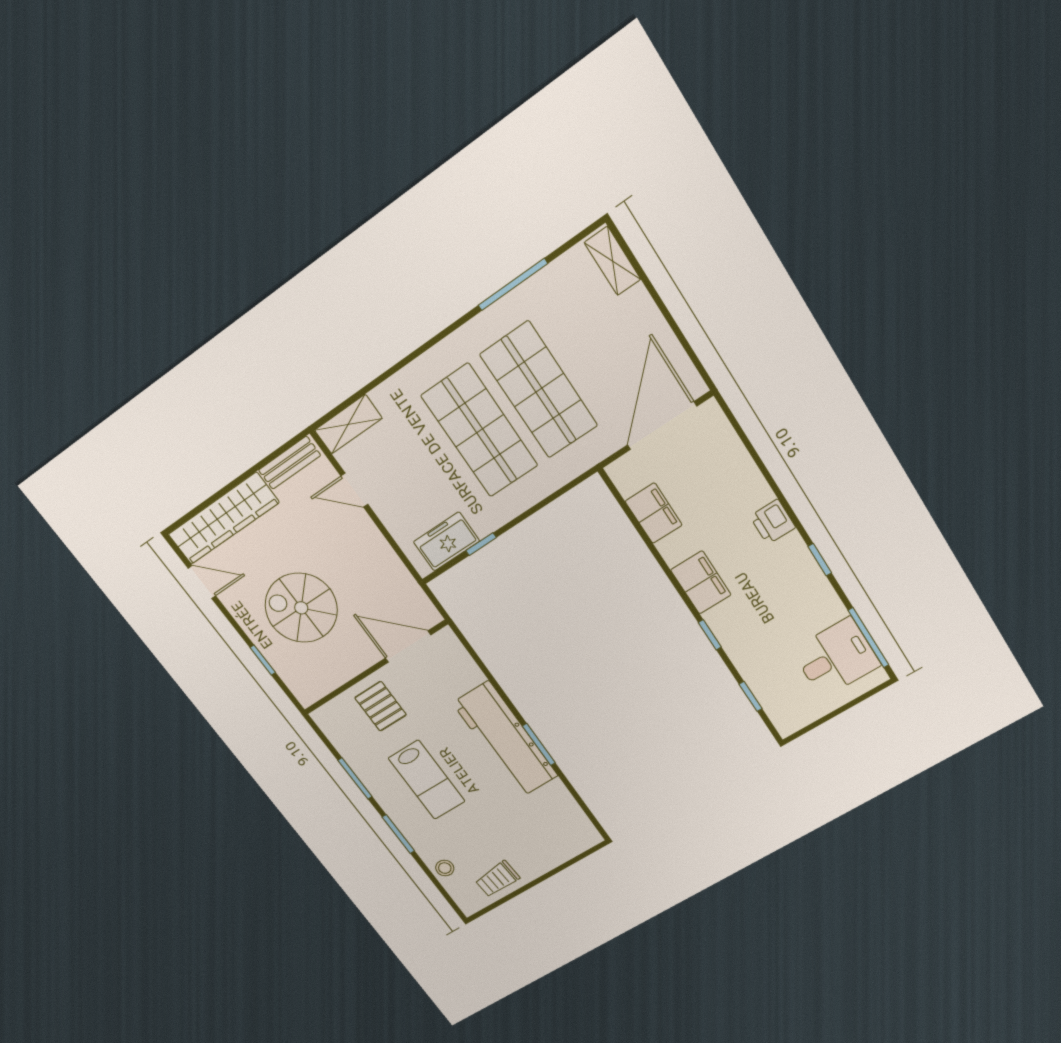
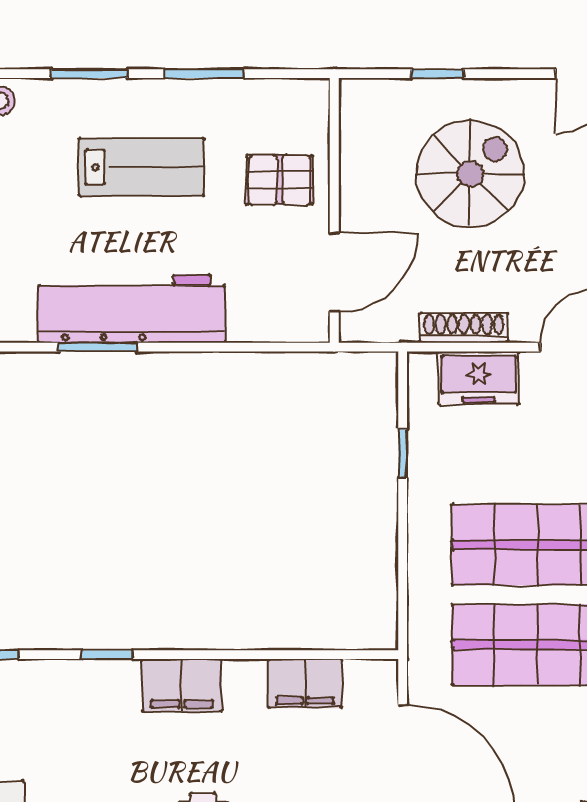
freezer: (446, 542) -> (479, 378), moved, turned 90
shoe rack: (386, 556) -> (464, 328), added
lab bench: (427, 780) -> (142, 167), turned 180

